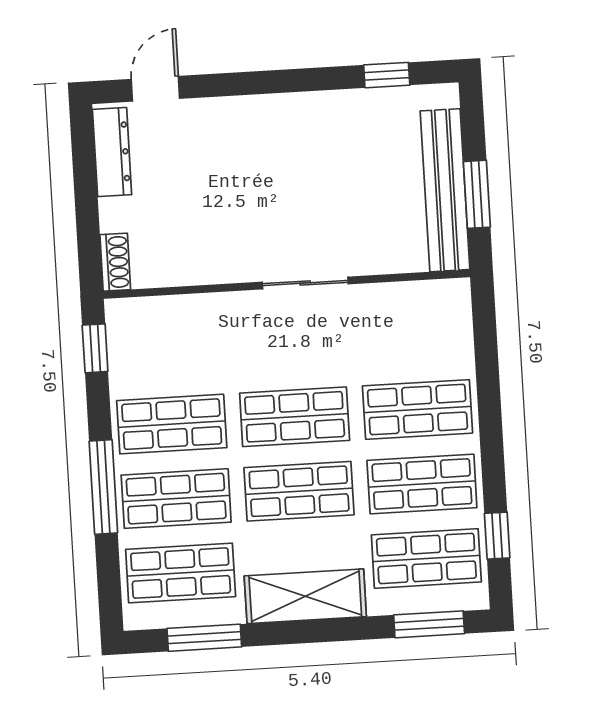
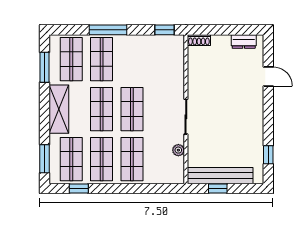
door: (155, 89) -> (268, 76), moved
dresser: (112, 152) -> (244, 41), width x0.70
window: (477, 194) -> (218, 188), width x0.67
plant: (388, 297) -> (178, 150), added
shop shelf: (172, 424) -> (132, 59), removed

